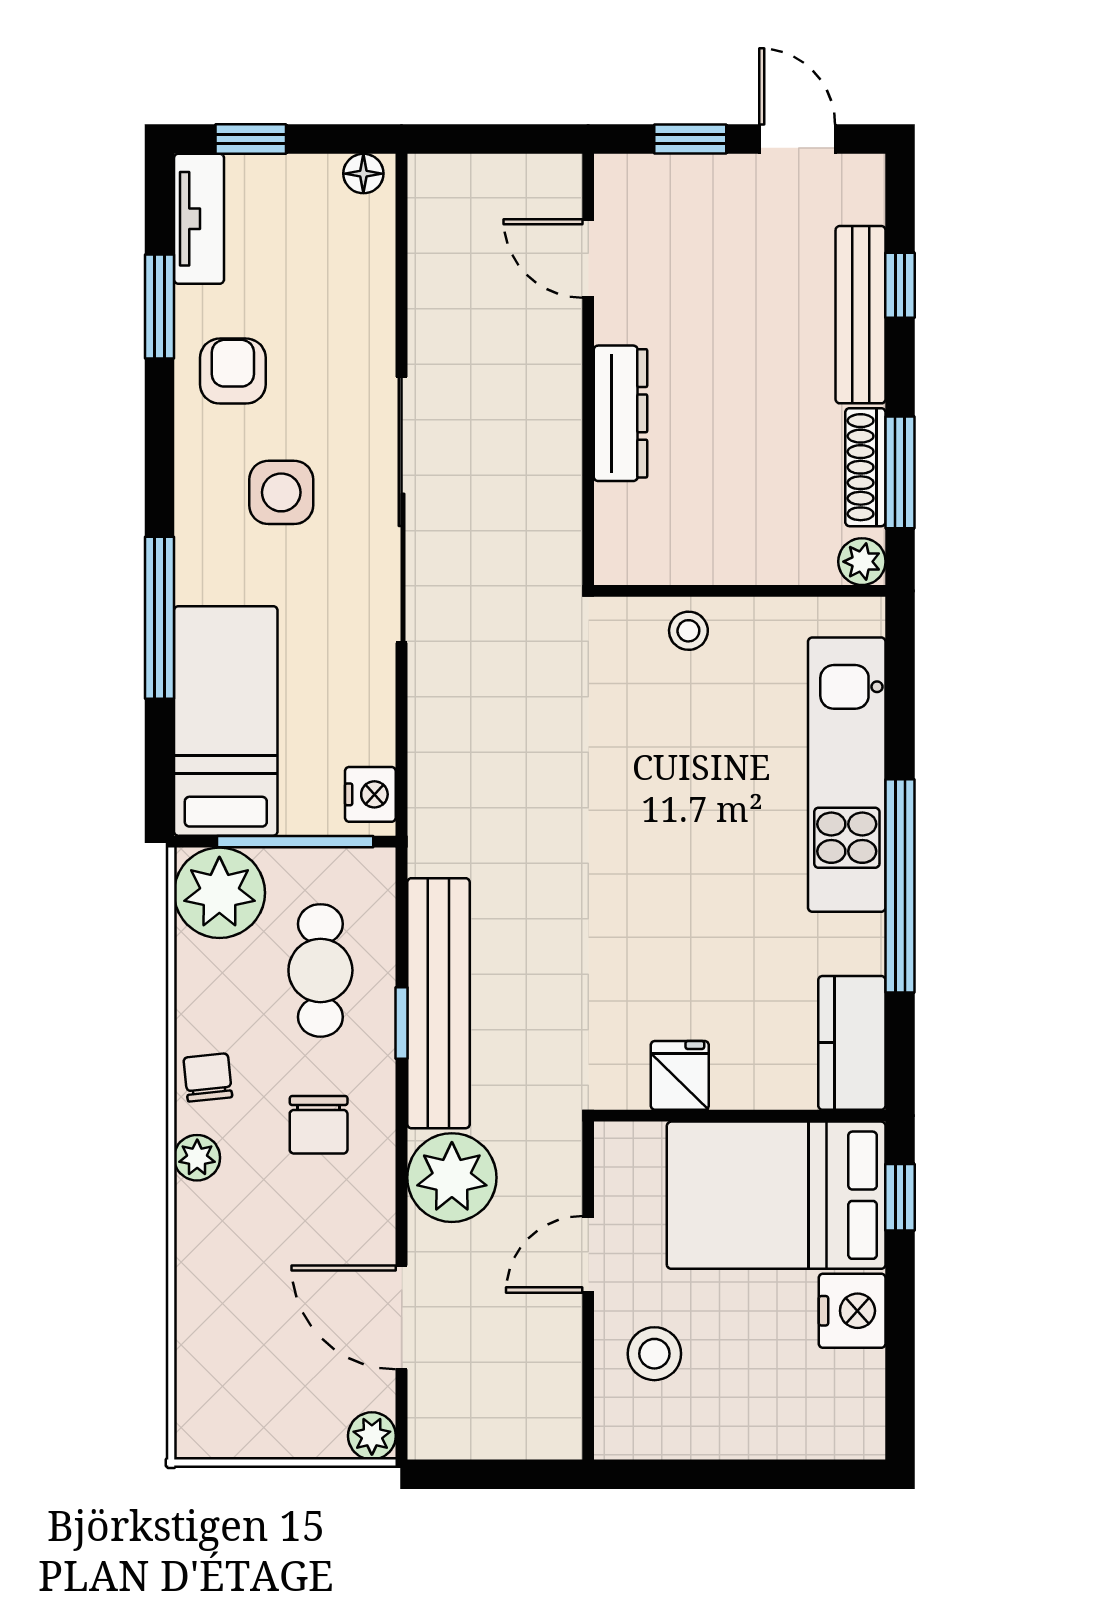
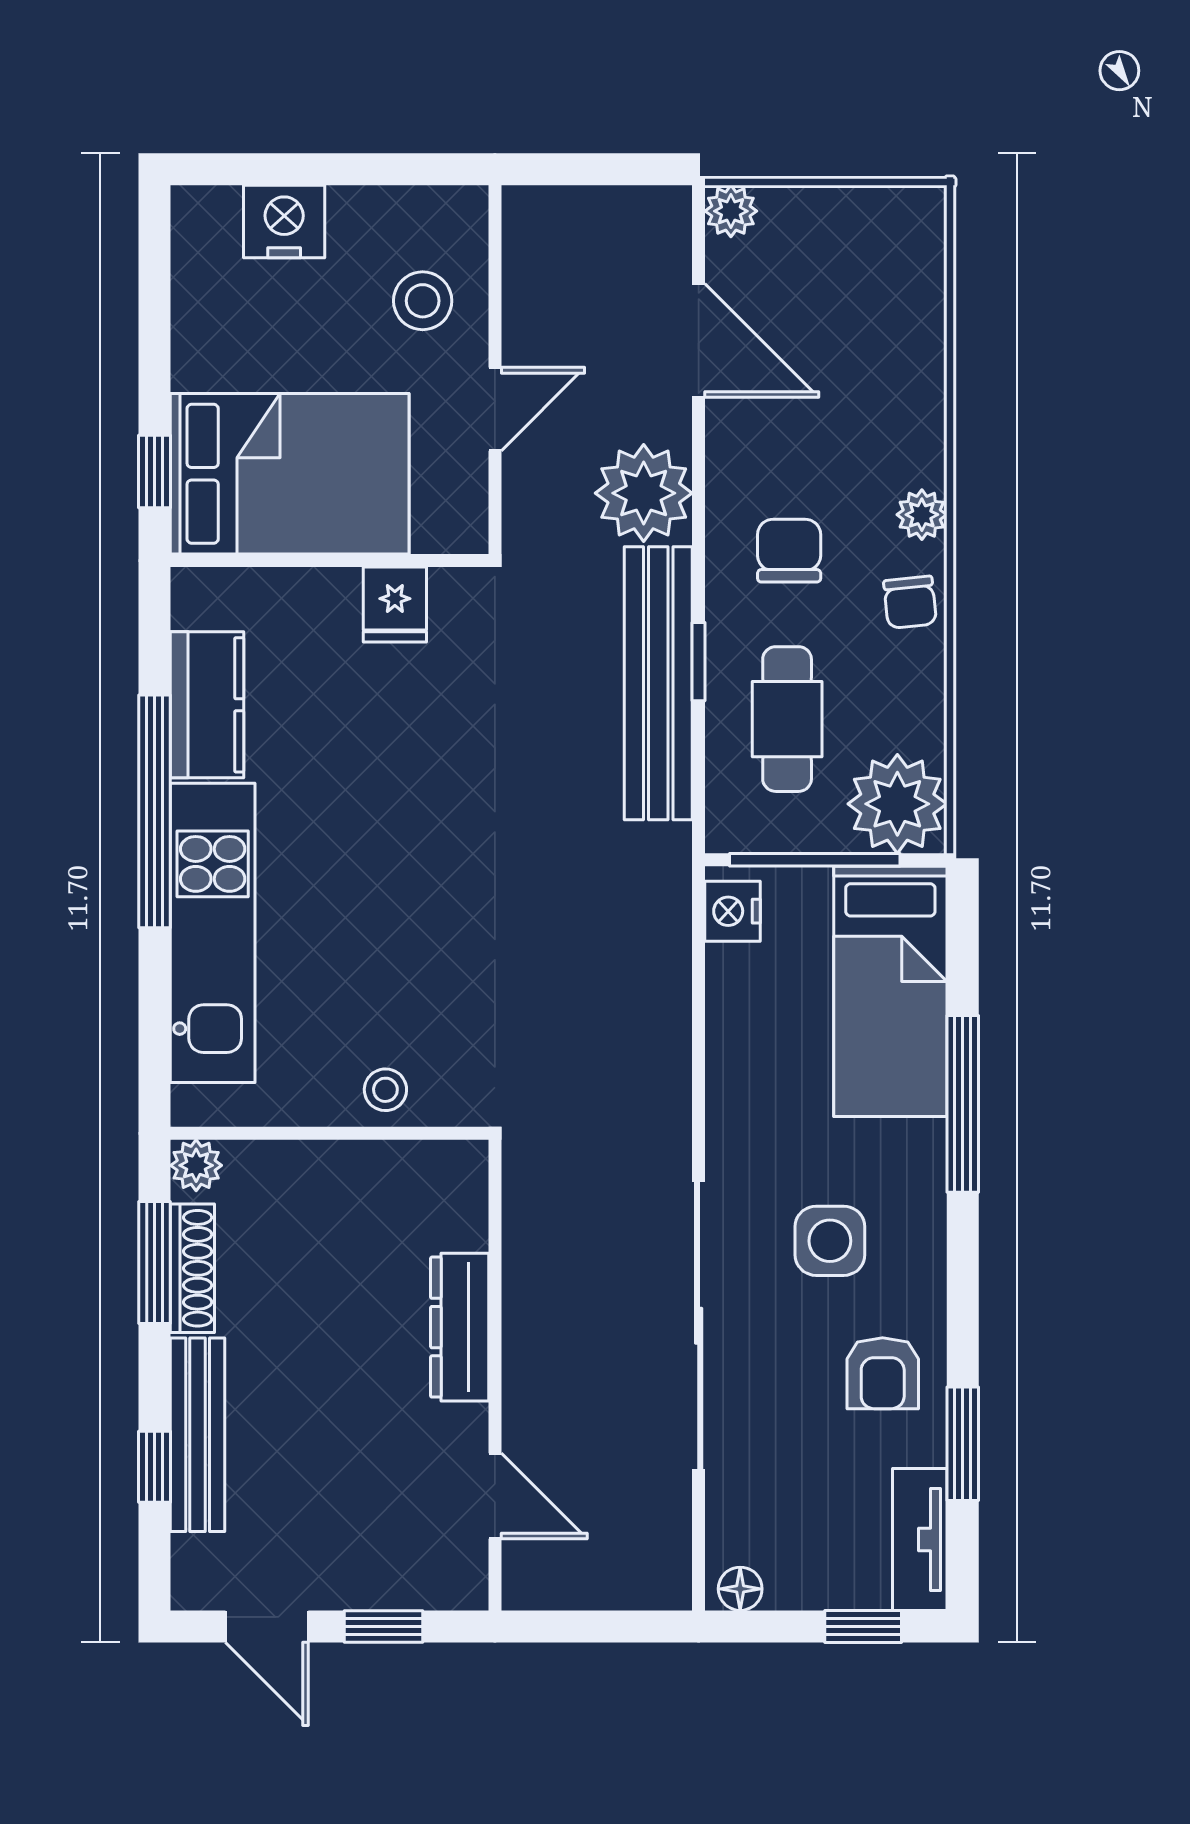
sliding door: (402, 510) -> (699, 1326), moved
kitchen counter: (852, 1043) -> (207, 705), moved
nightstand: (852, 1311) -> (284, 221), moved, turned 90

